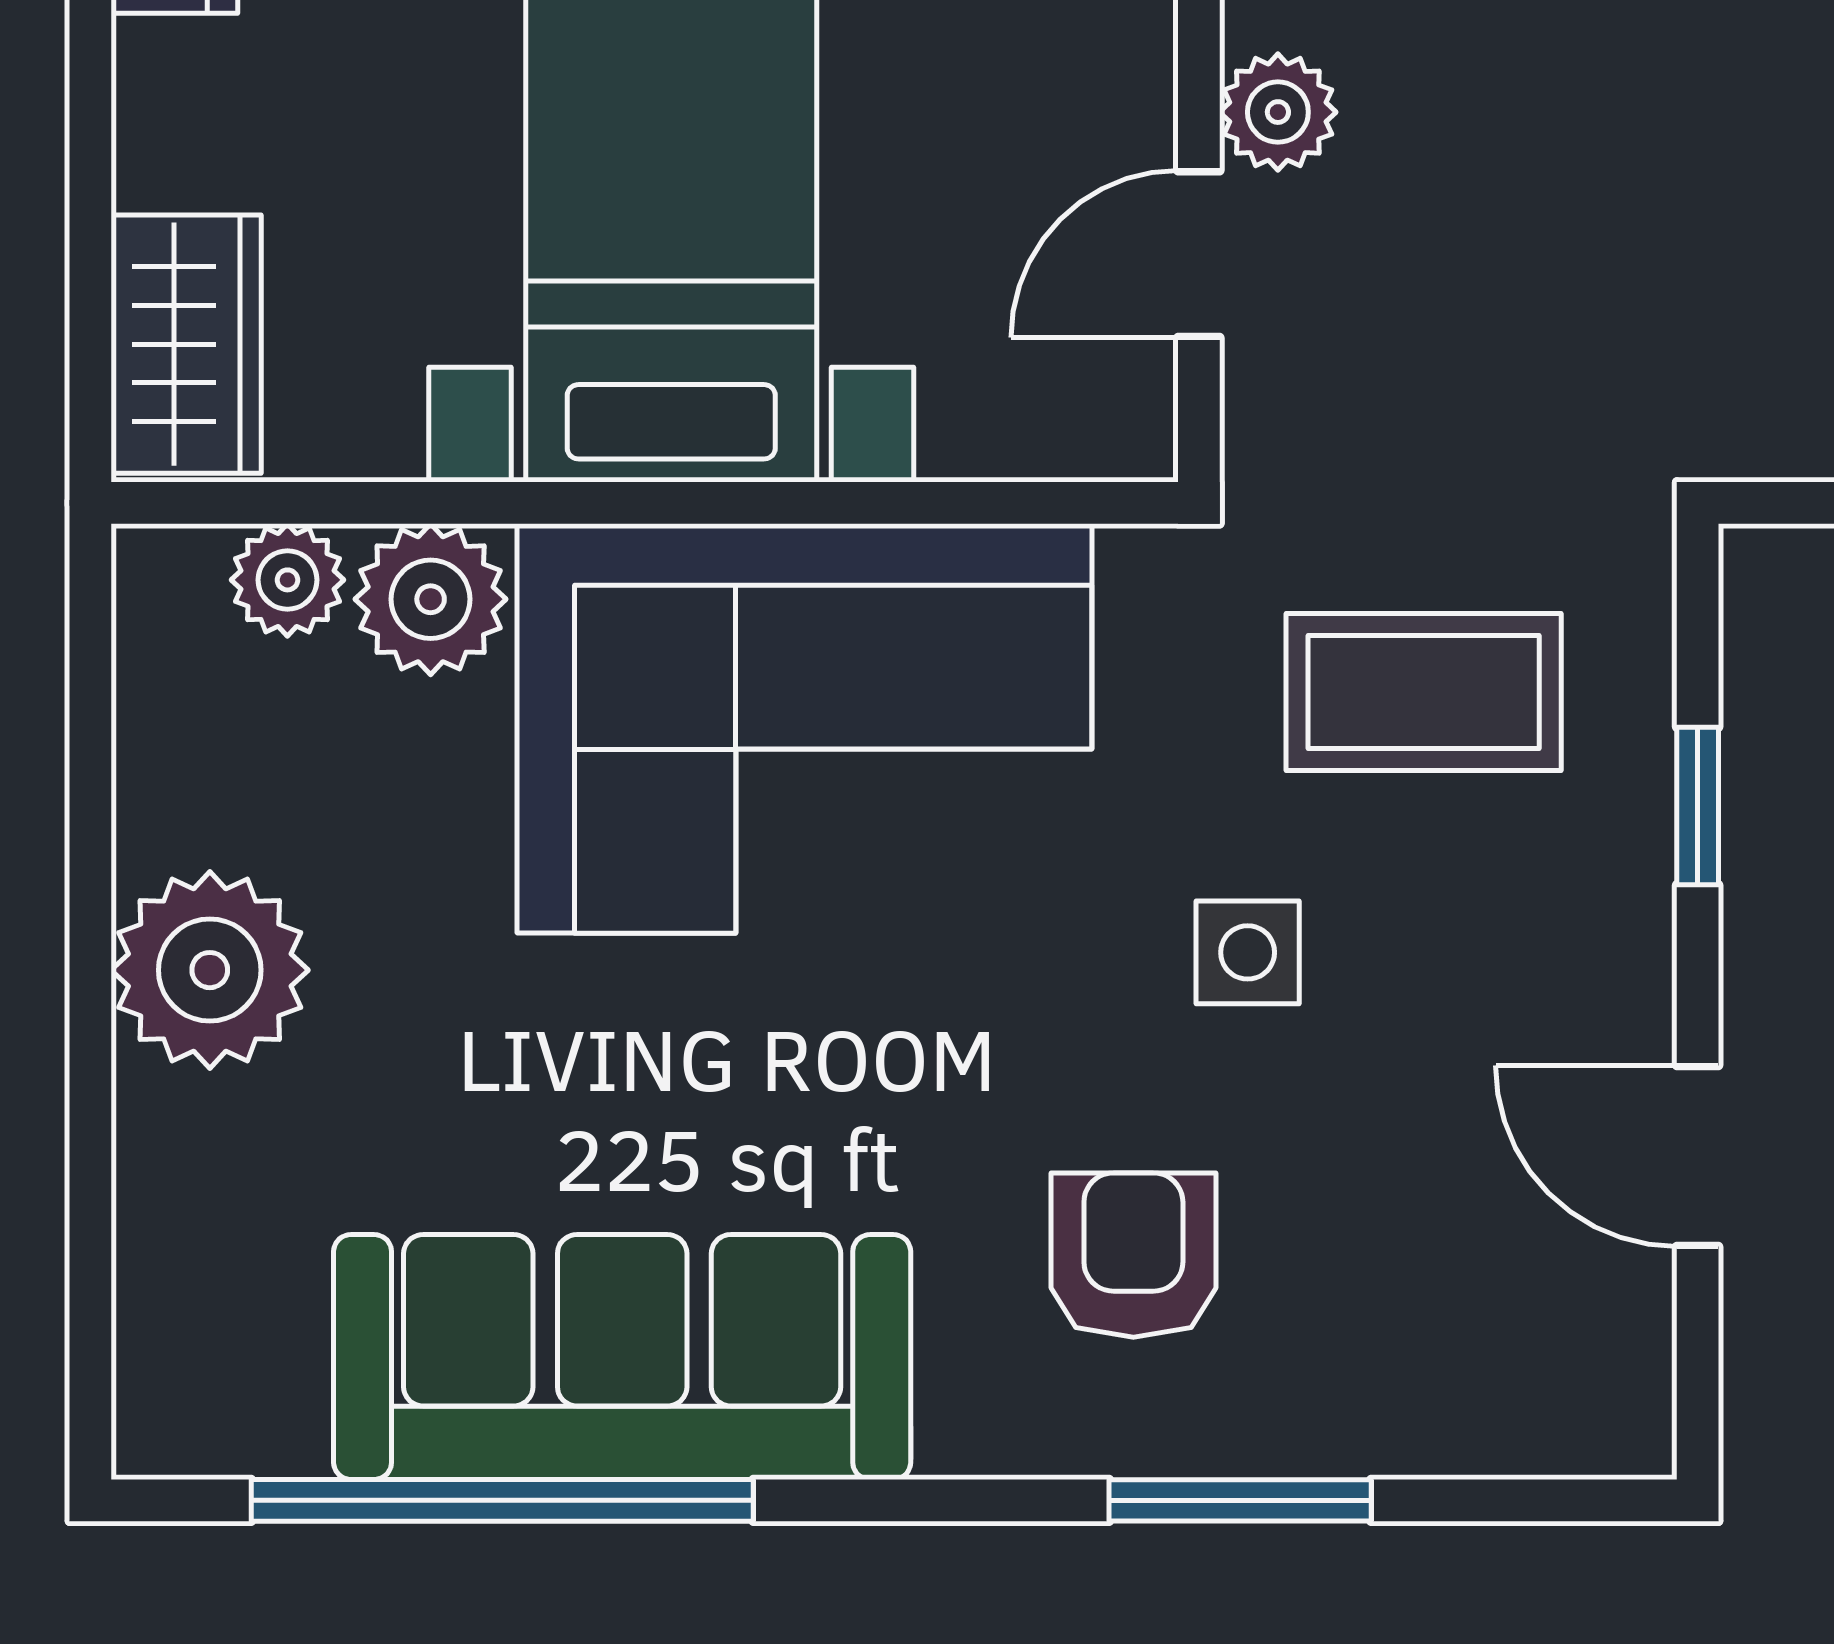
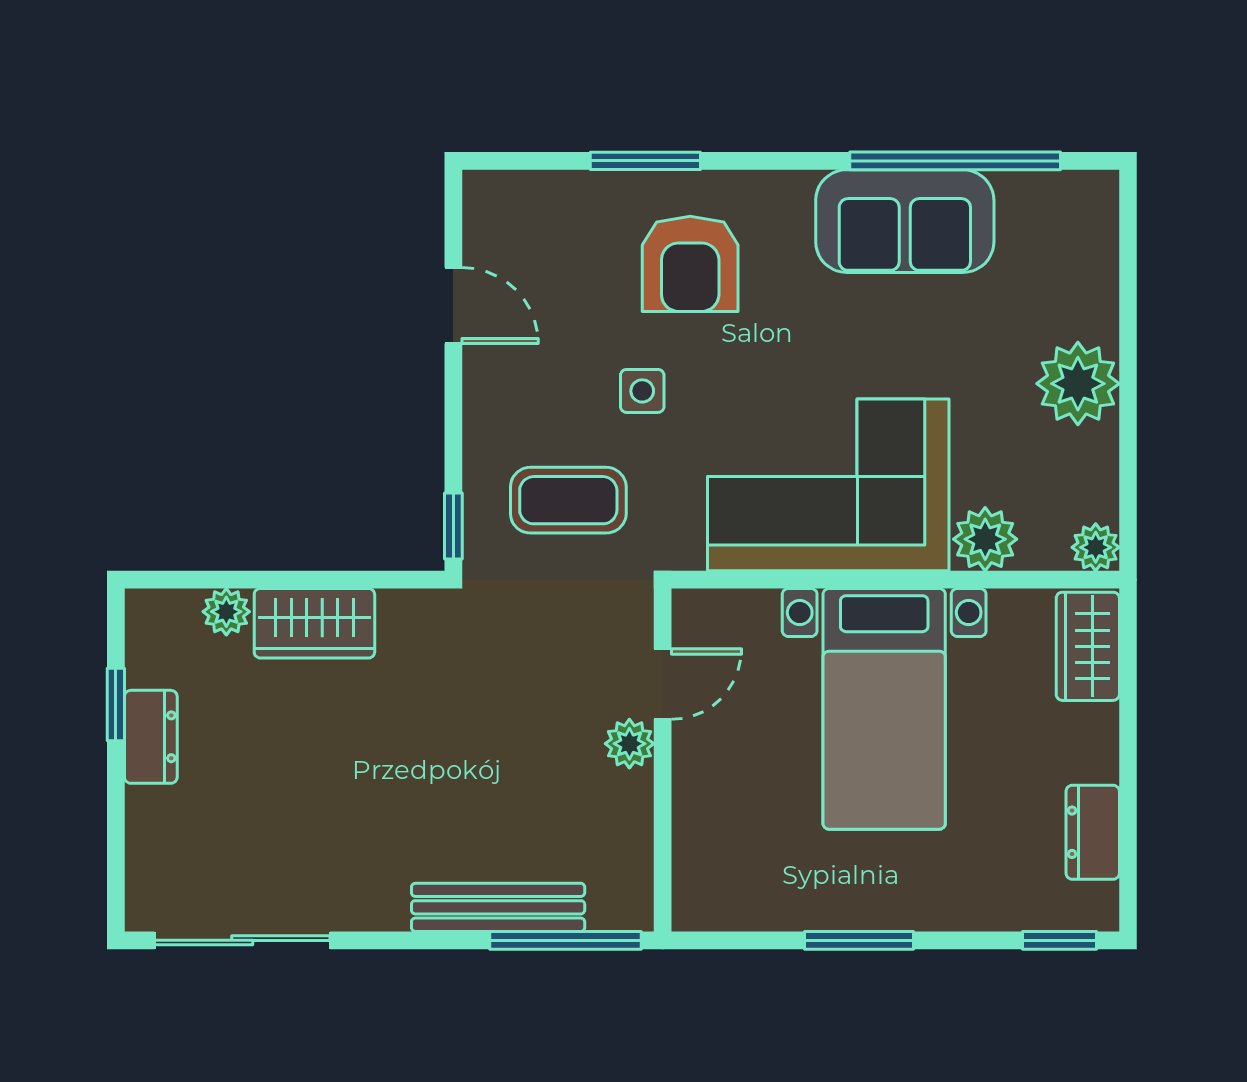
plant: (287, 580) -> (1096, 547), moved
window: (1698, 806) -> (453, 526), moved
armchair: (1133, 1255) -> (690, 264), width x1.38, depth x1.38
sofa: (622, 1357) -> (905, 221), width x0.73

